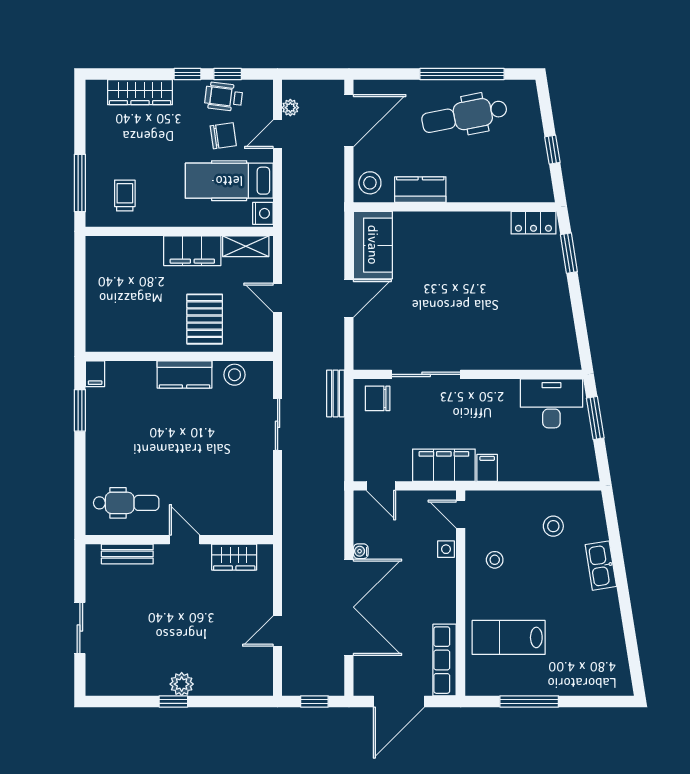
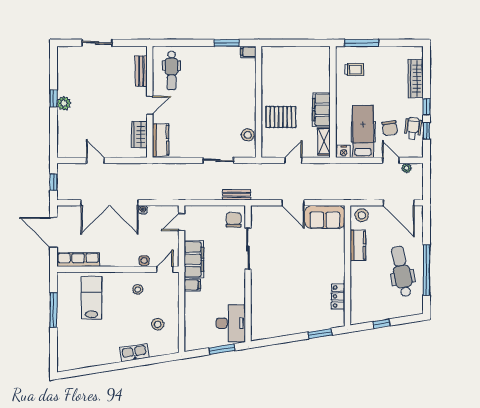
locker: (533, 223) -> (338, 296), moved
kitchen counter: (185, 375) -> (160, 140), moved, turned 180

